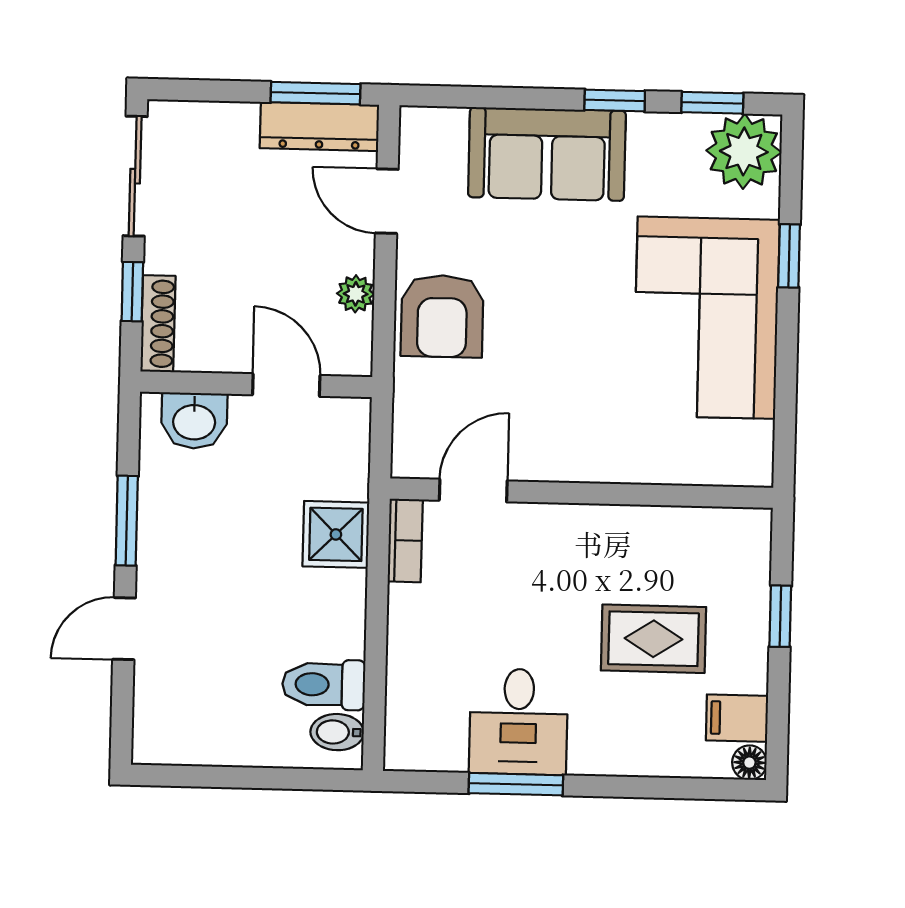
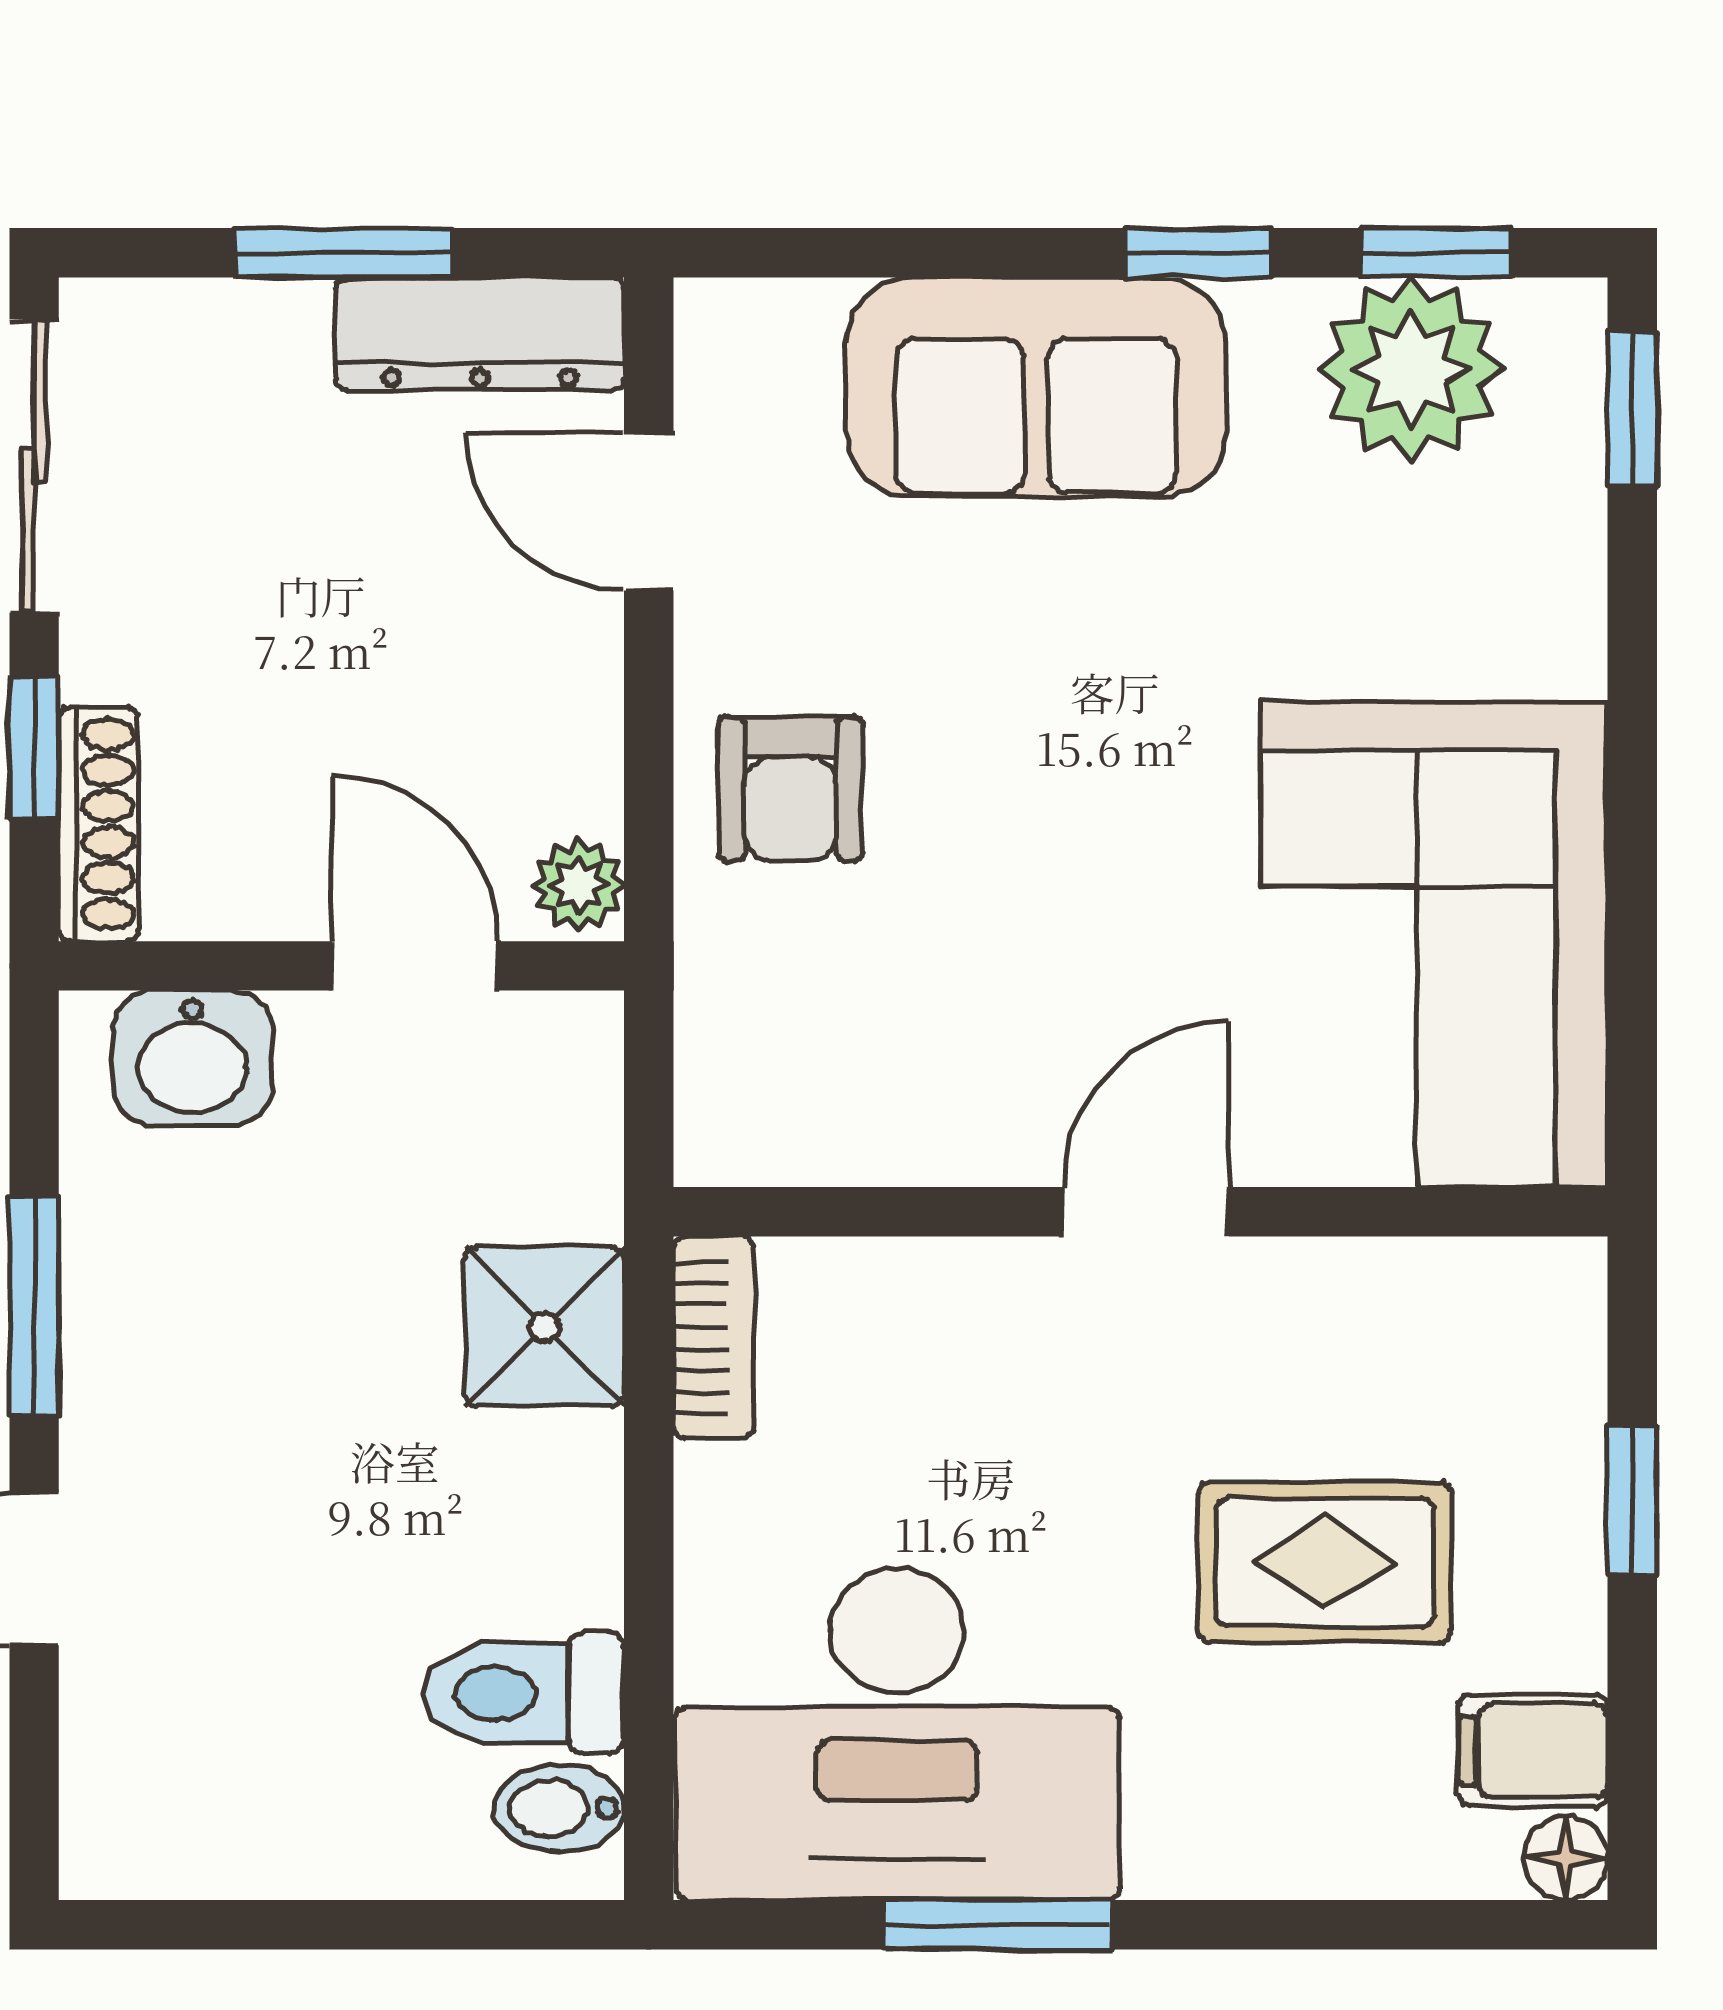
window: (315, 93) -> (344, 253), moved
plant: (744, 151) -> (1411, 369), moved
window: (789, 256) -> (1632, 409), moved
plant: (356, 294) -> (578, 885), moved
armchair: (442, 316) -> (790, 789), width x0.72, depth x0.72
corner sofa: (706, 318) -> (1434, 944), moved
door: (473, 491) -> (1146, 1212), moved
desk: (519, 722) -> (897, 1734), width x1.87, depth x1.30

